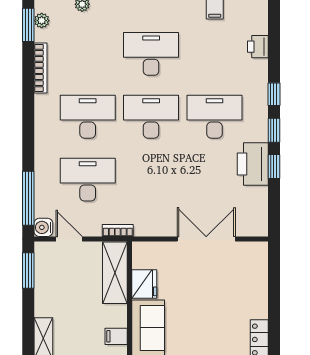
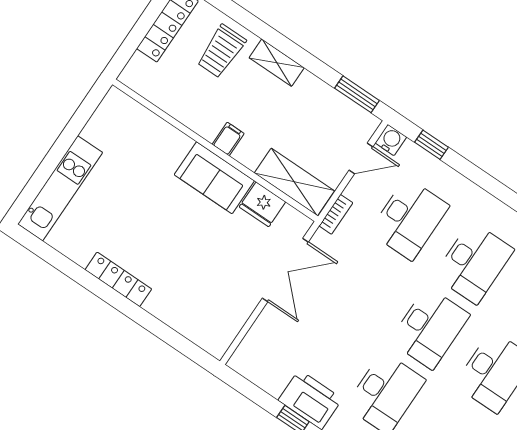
window: (28, 198) -> (431, 145), width x0.46
double door: (206, 239) -> (285, 270), moved

